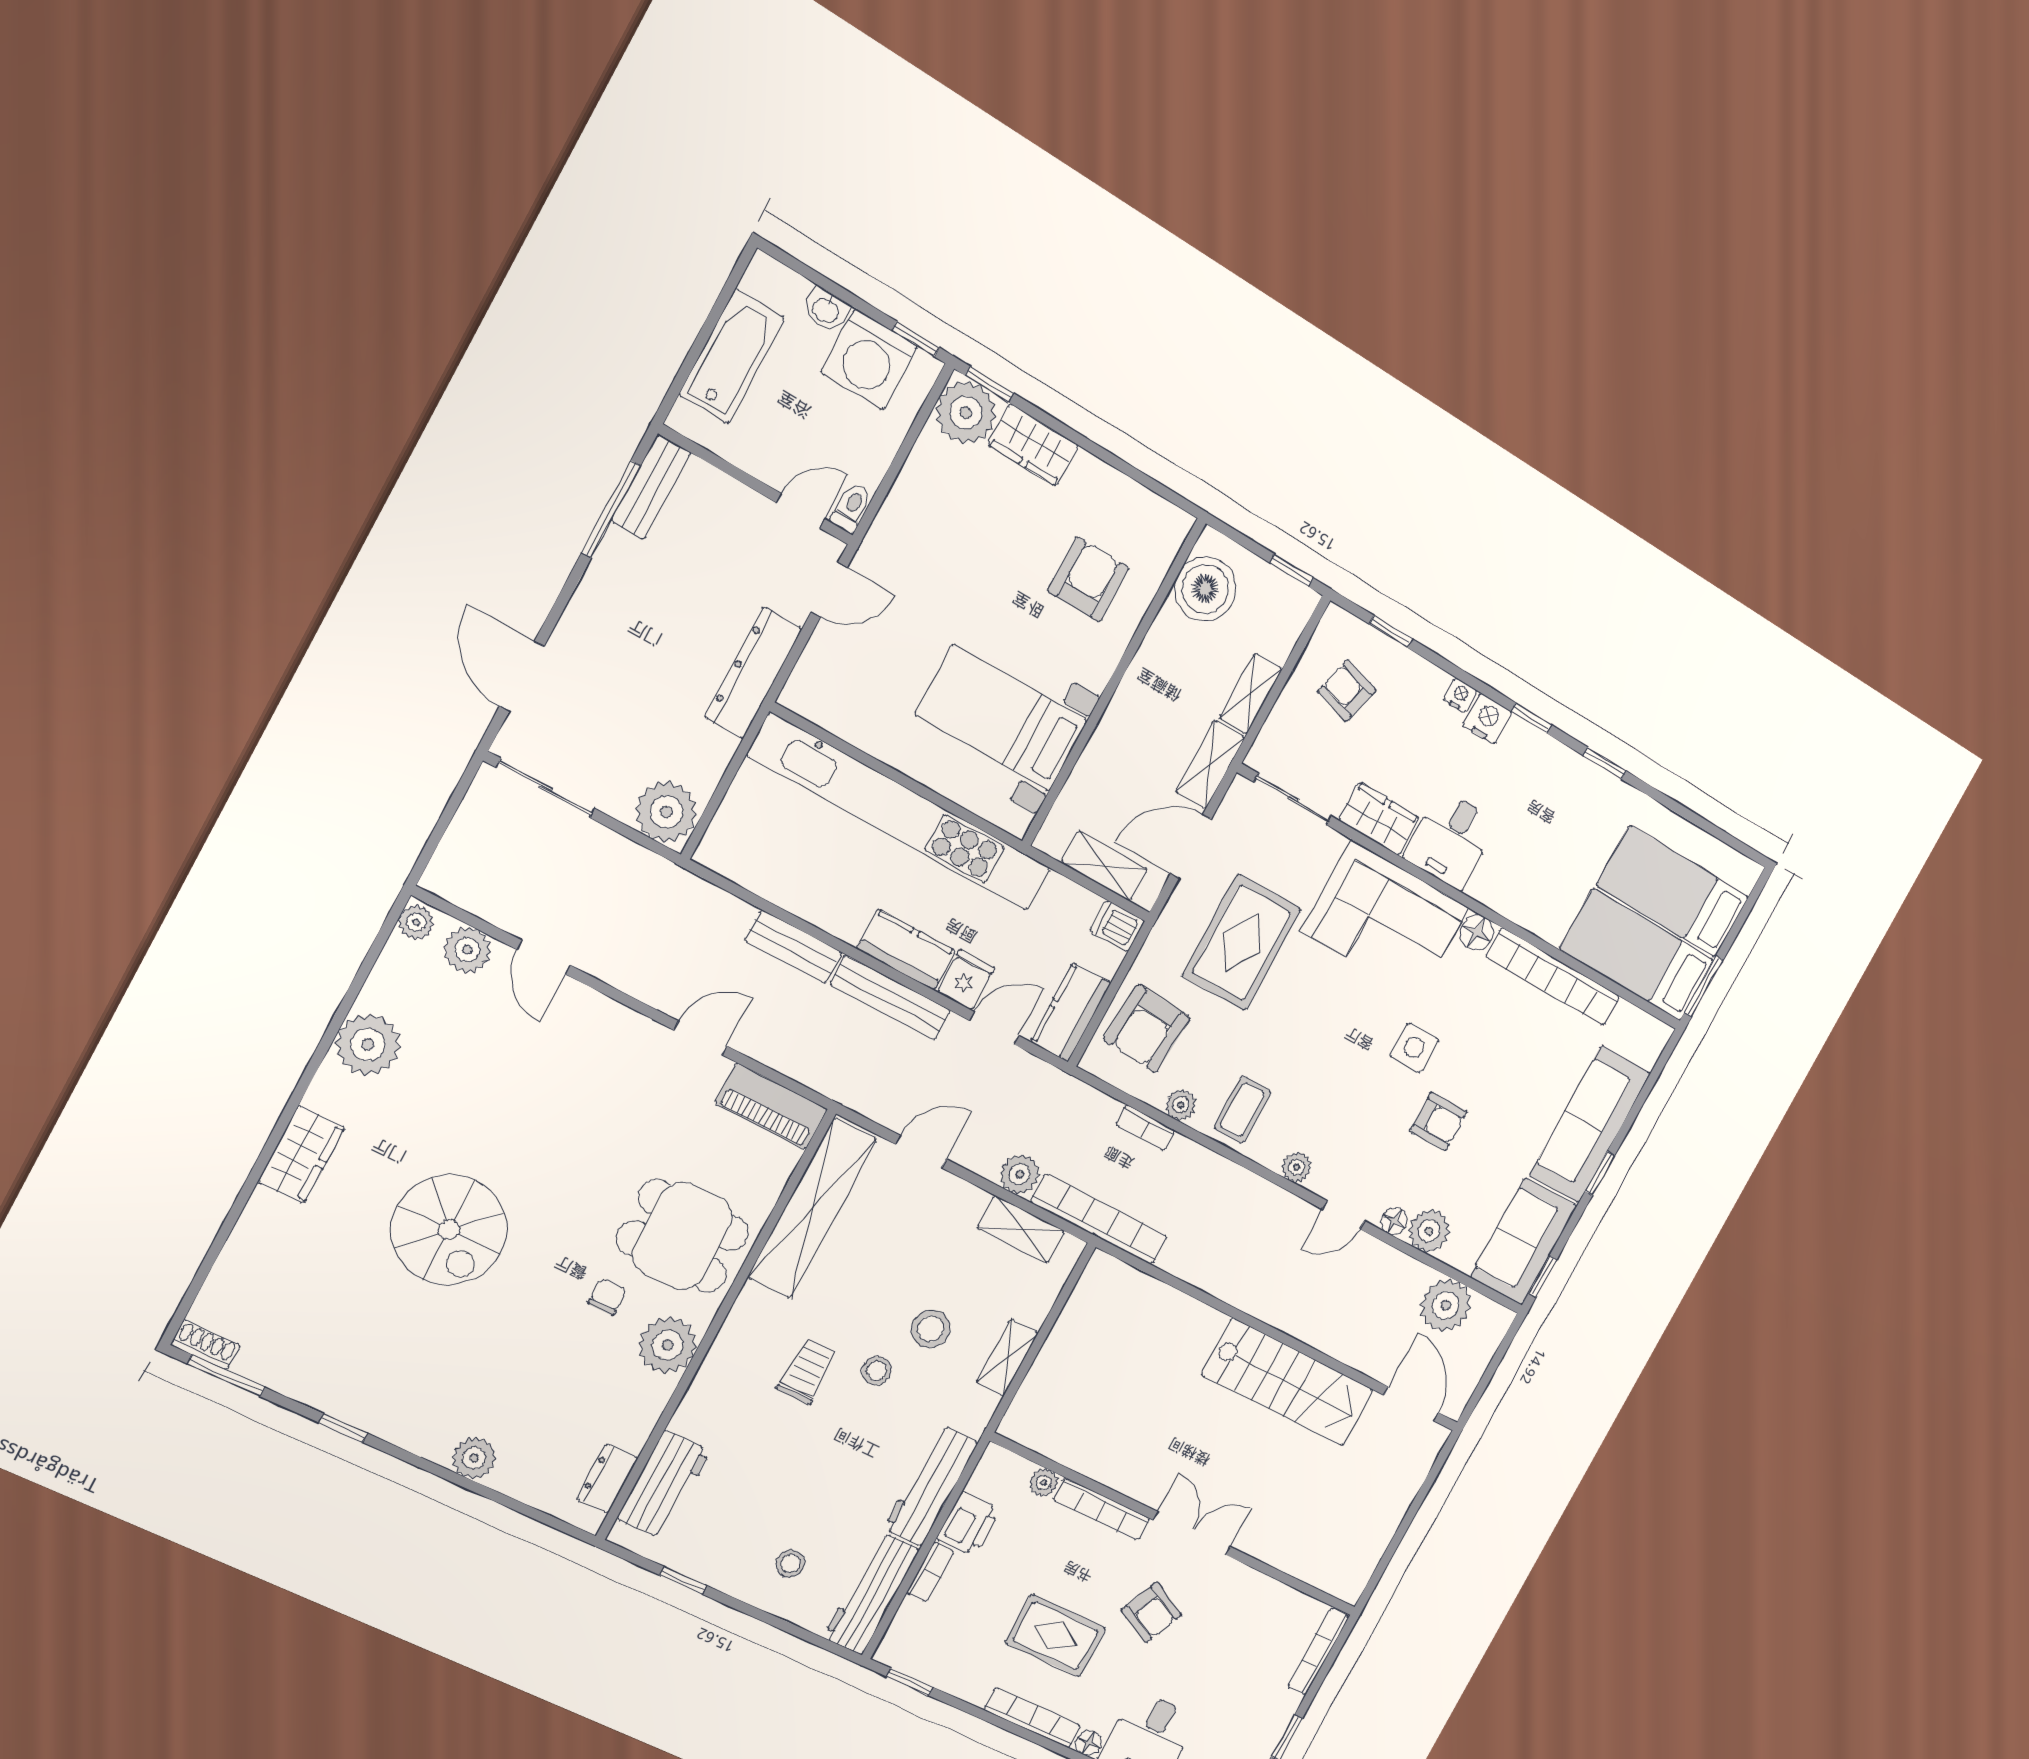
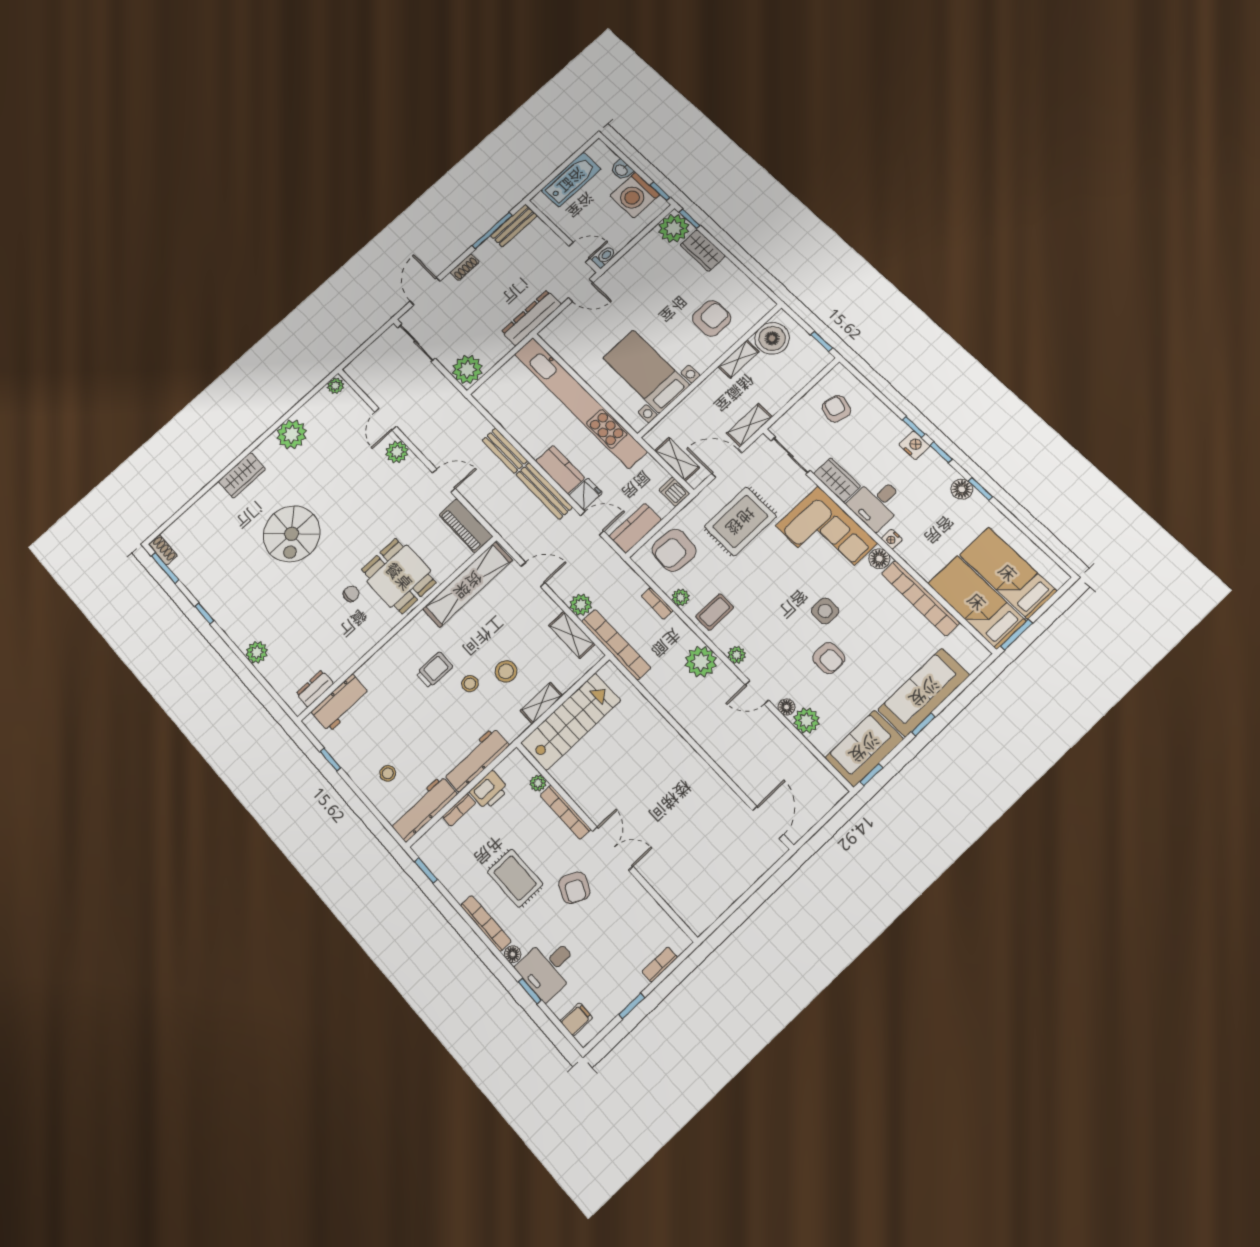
shoe rack: (583, 603) -> (465, 267), added
window: (1391, 631) -> (914, 427), moved
shelving: (1251, 694) -> (739, 359), moved
nightstand: (1460, 695) -> (892, 539), moved, turned 180
floor lamp: (1577, 773) -> (962, 489), added
plant: (467, 950) -> (397, 452), moved
plant: (1446, 1305) -> (701, 662), moved
plant: (667, 1345) -> (370, 630), removed
stairs: (1288, 1382) -> (571, 722), moved, turned -90
bookcase: (1318, 1651) -> (660, 964), width x0.64

